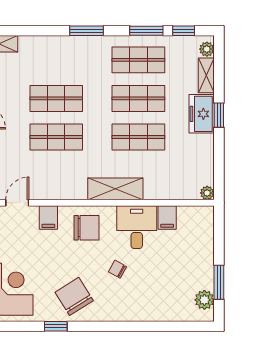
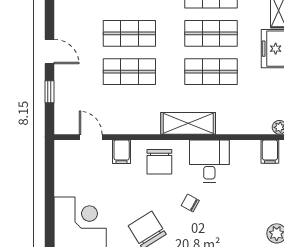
door: (17, 203) -> (91, 137), hinge flipped
filing cabinet: (167, 217) -> (270, 152), moved
chair: (86, 228) -> (159, 162), turned 90

